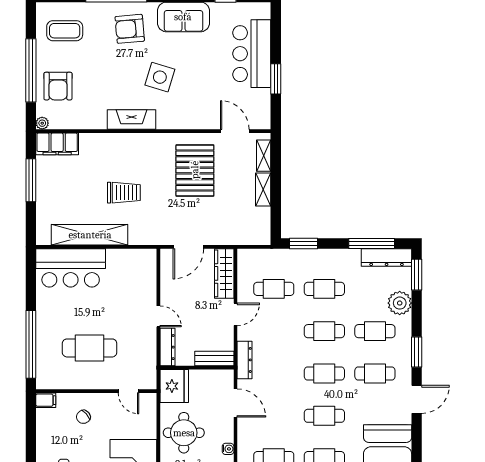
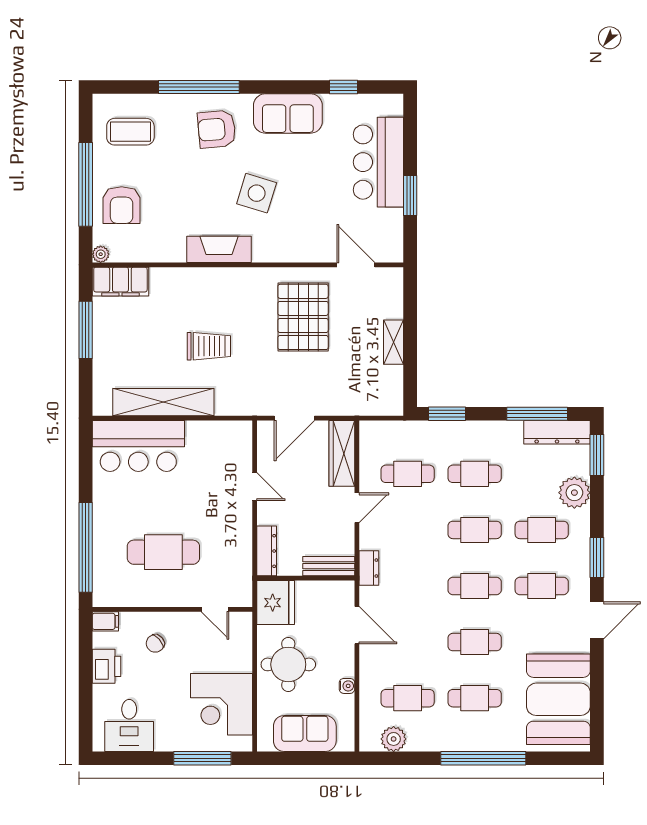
shelving: (264, 156) -> (394, 297), removed
door: (158, 316) -> (255, 487), moved
dresser: (245, 360) -> (369, 568), width x0.70
printer: (47, 434) -> (106, 666), added

